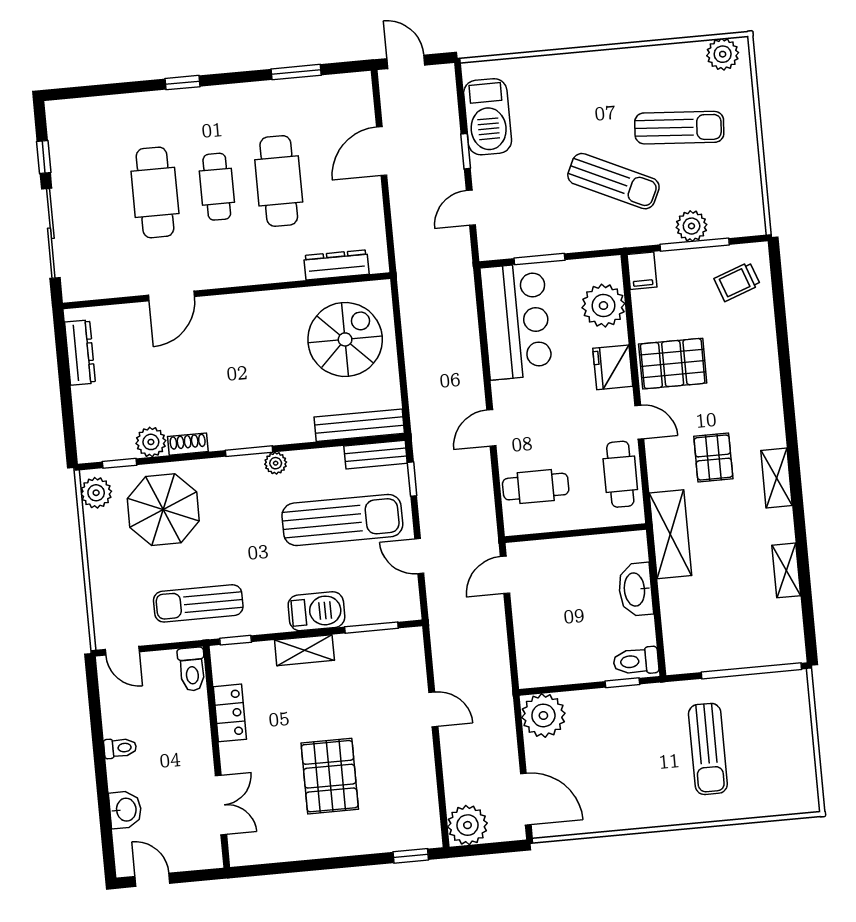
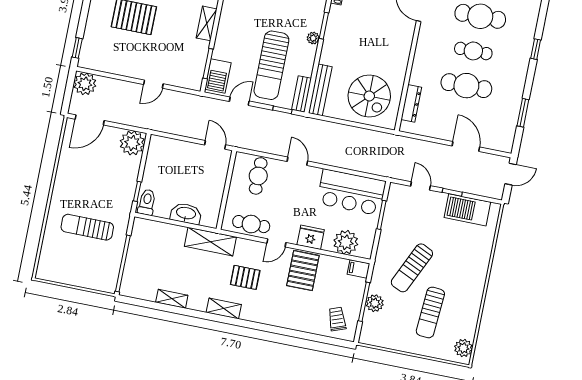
barbecue: (316, 611) -> (218, 76), moved

